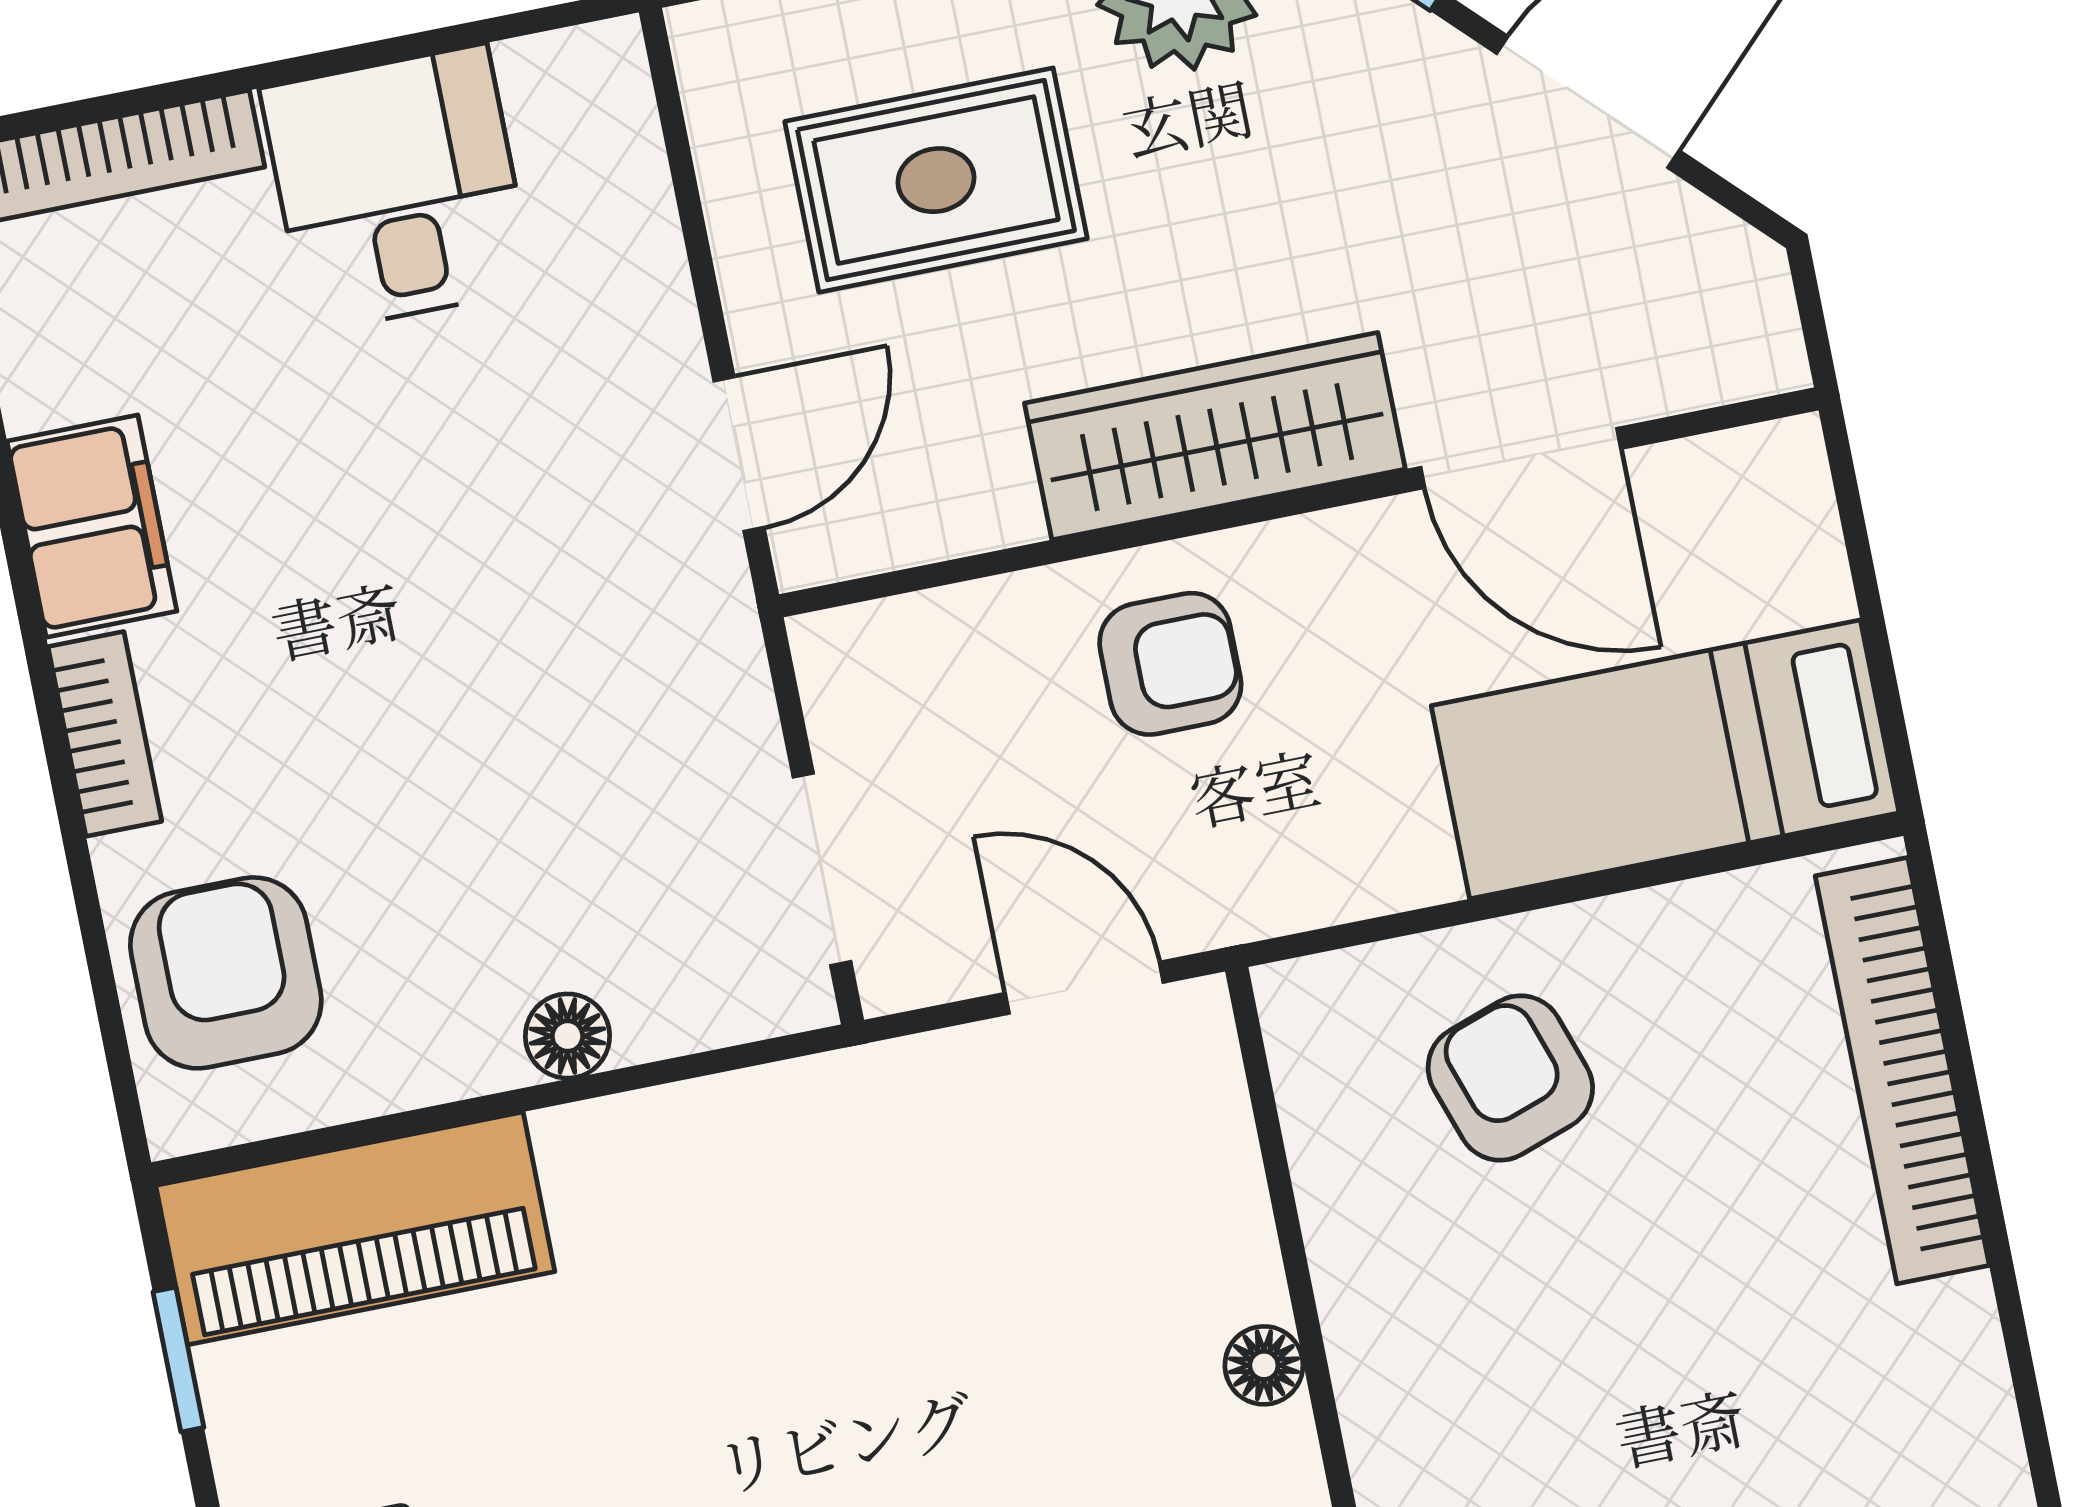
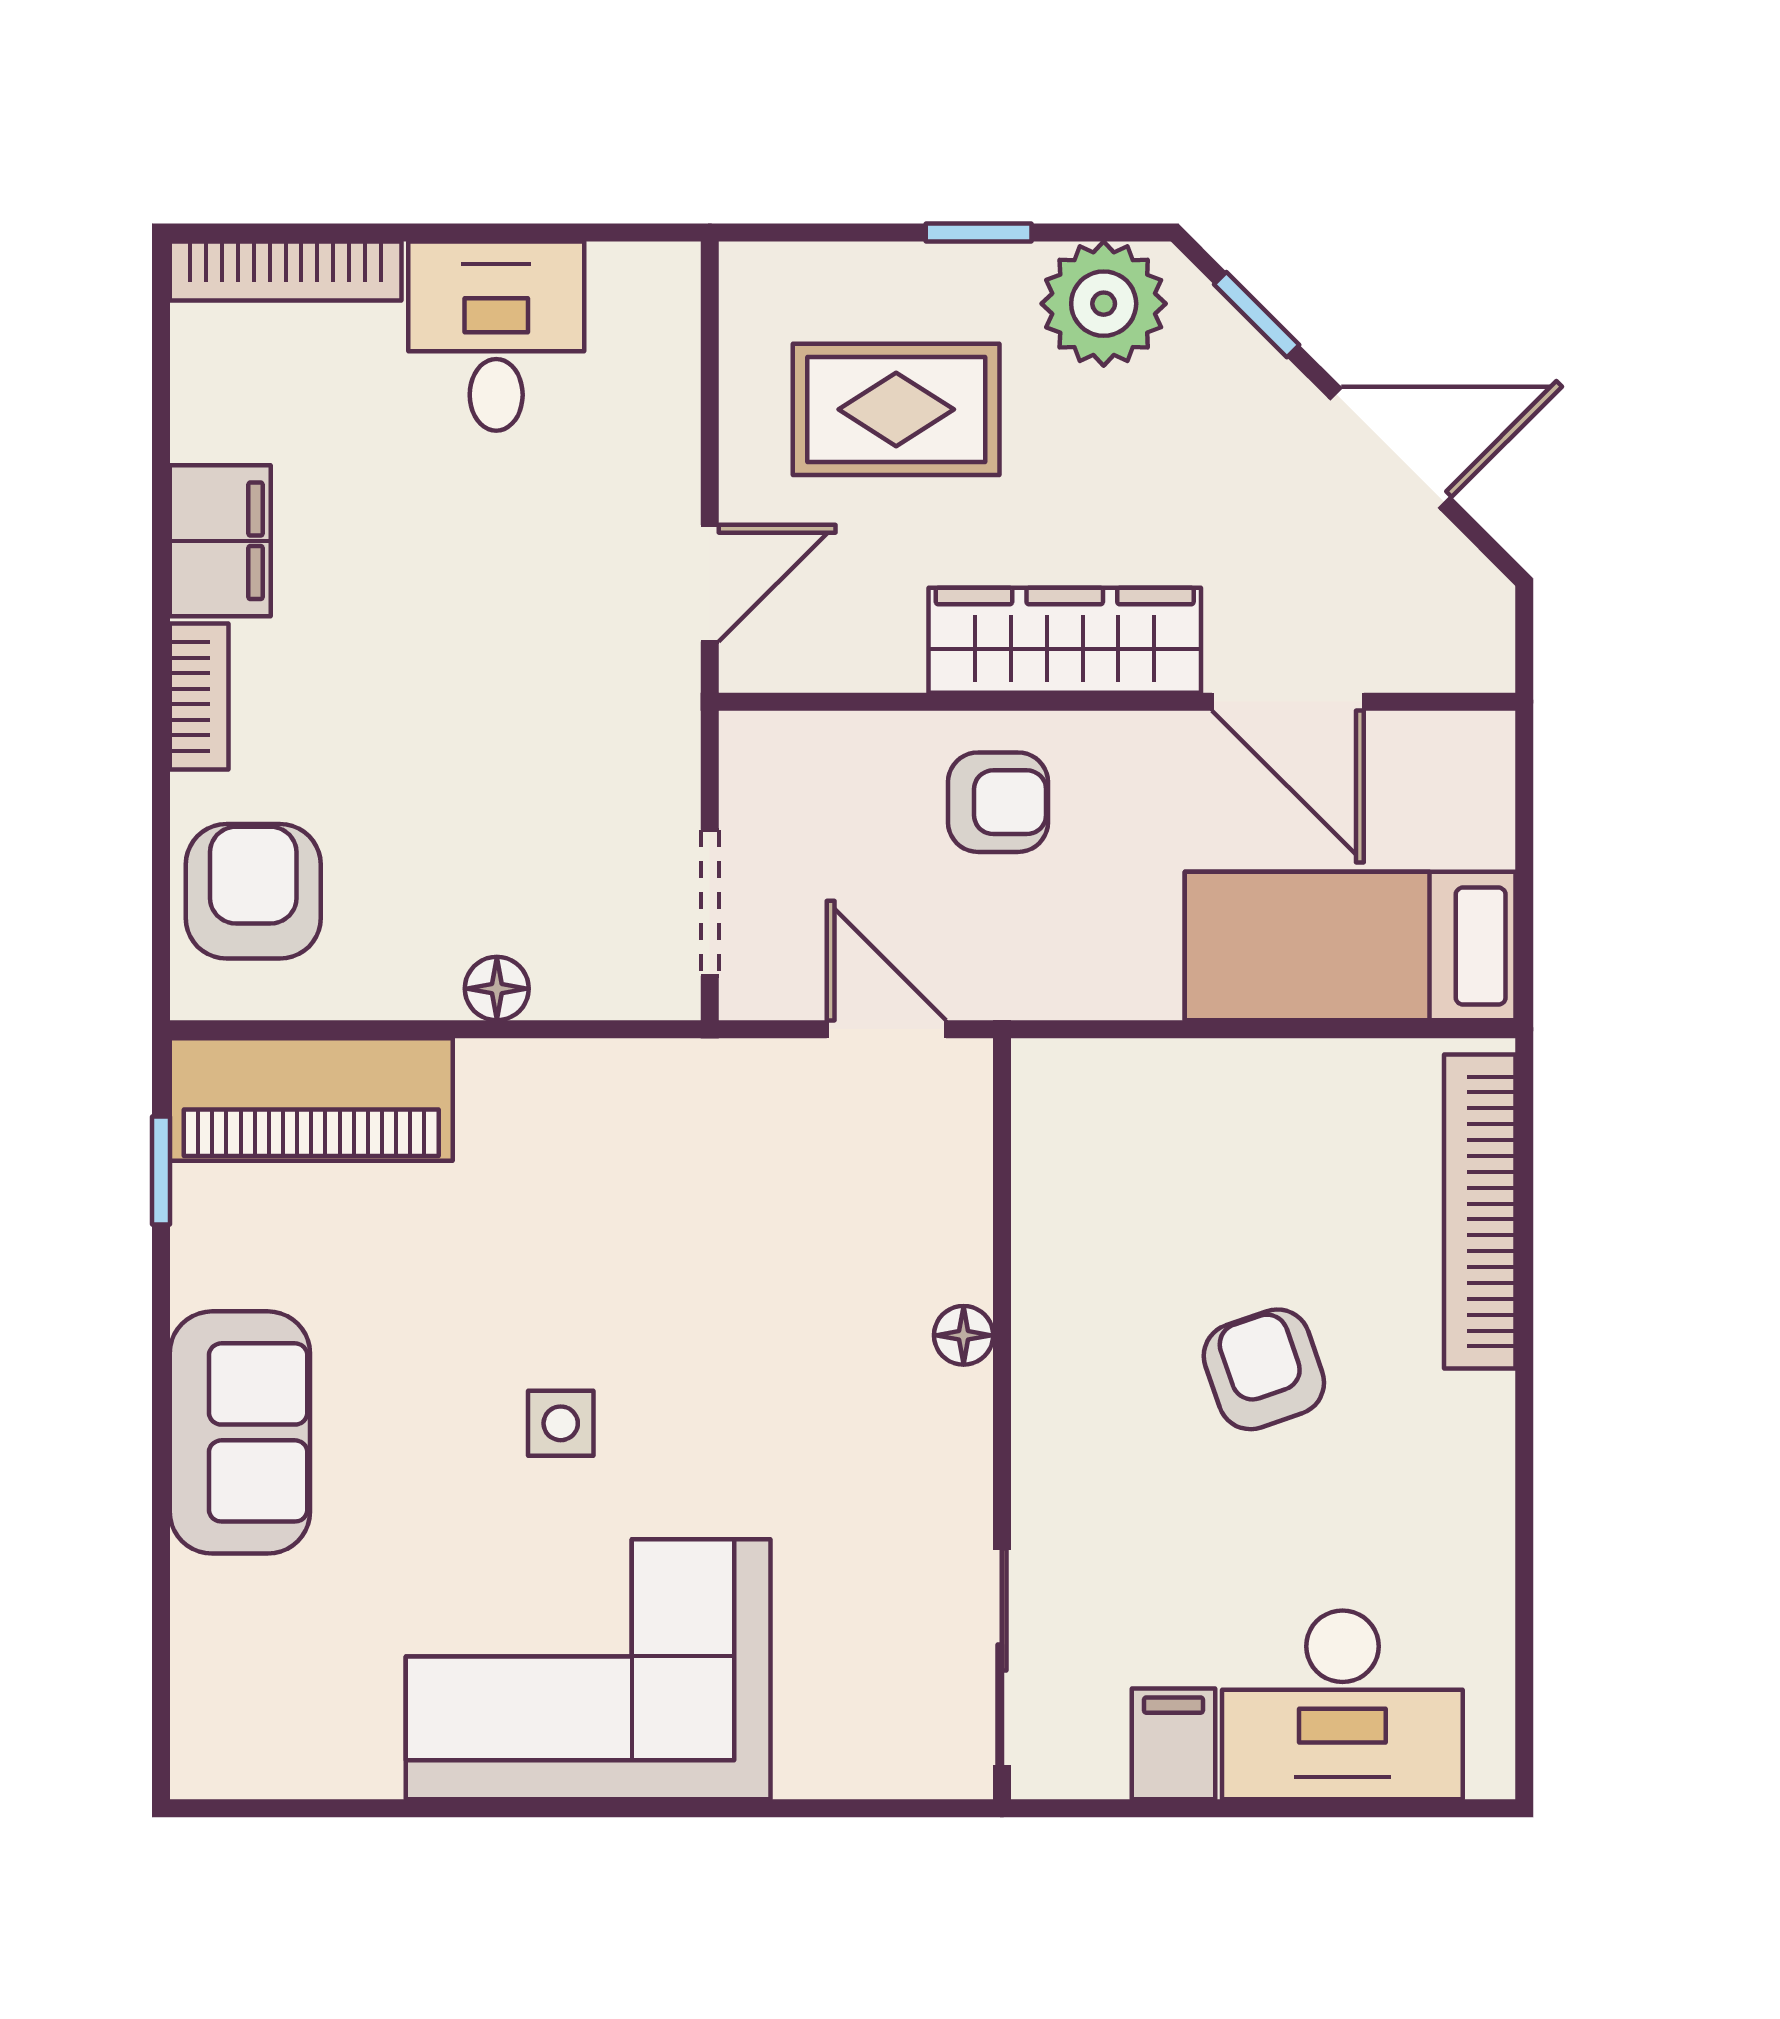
armchair: (1510, 1078) -> (1264, 1369), moved

